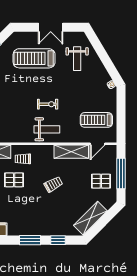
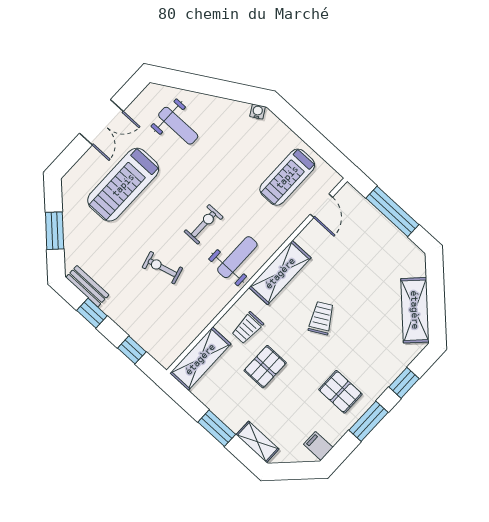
exercise bike: (16, 104) -> (162, 268), added
shelving: (71, 152) -> (280, 273), moved
pallet: (101, 181) -> (340, 392), moved, turned 90

